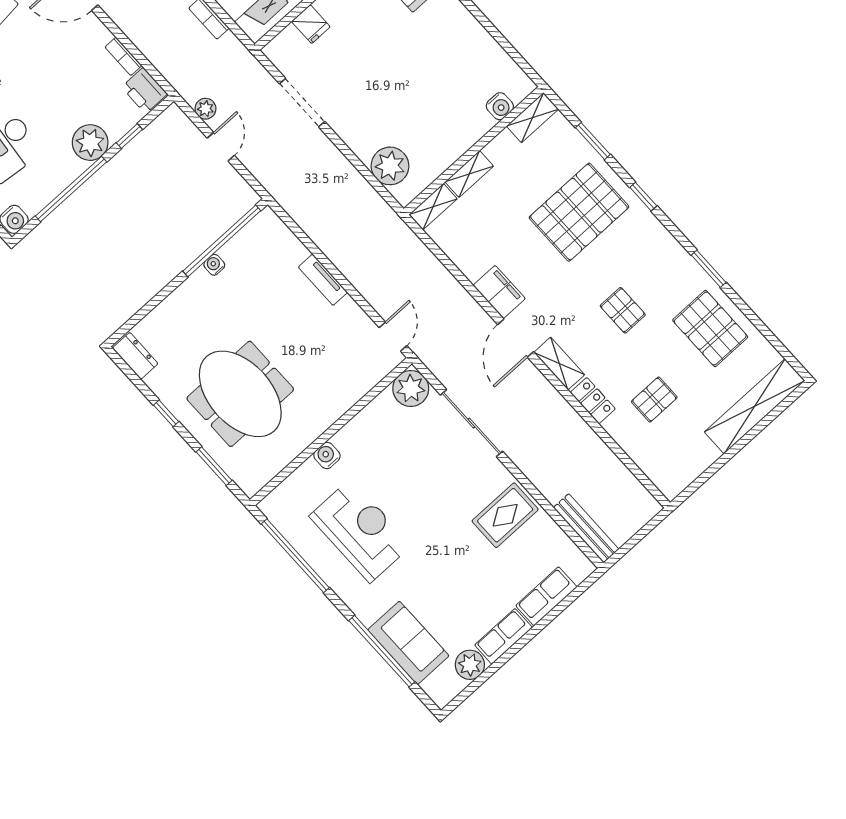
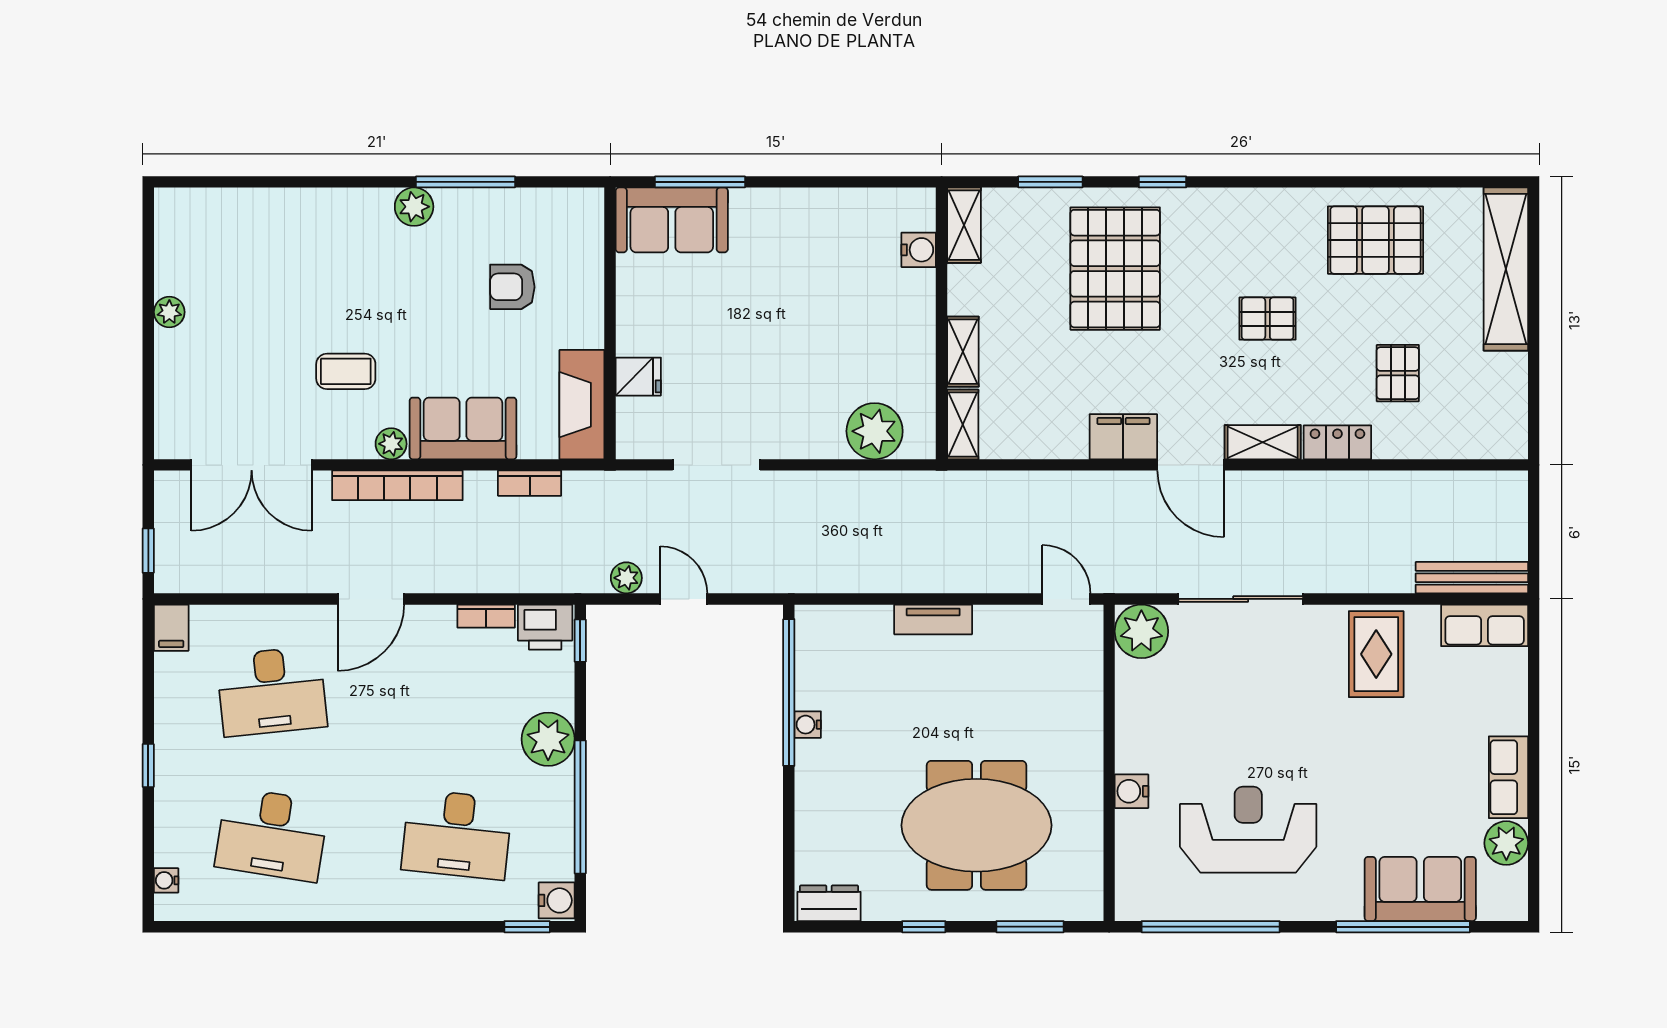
window: (129, 136) -> (580, 641), moved
window: (709, 269) -> (1308, 182), removed
row of seats: (546, 596) -> (1485, 625), moved, turned -90

